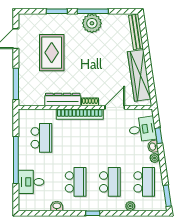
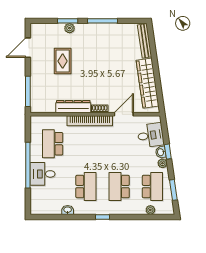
plant: (92, 23) -> (70, 28), moved, width x0.53, depth x0.53
rug: (52, 53) -> (63, 61), width x0.73, depth x0.70
window: (159, 136) -> (168, 152), moved
school desk: (41, 138) -> (53, 144), turned 180
desk: (31, 182) -> (43, 174), moved
school desk: (110, 182) -> (119, 187), turned 180
window: (167, 196) -> (173, 190), moved
plant: (130, 206) -> (150, 210), moved

